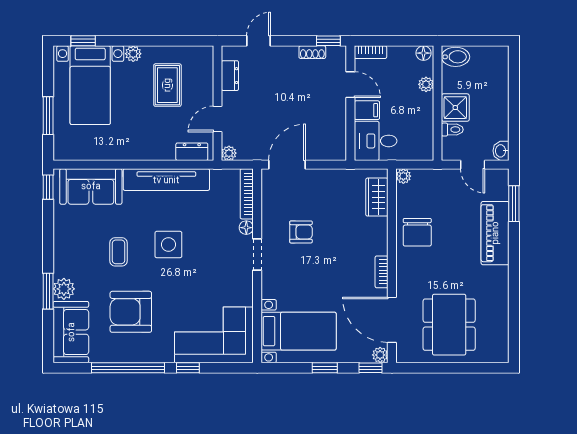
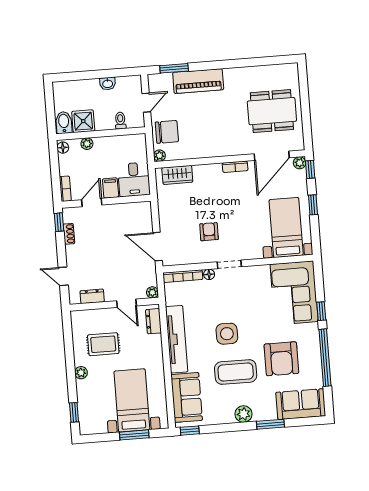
bed with nightstands: (90, 85) -> (132, 400), moved, turned -90
shower: (455, 108) -> (83, 121), moved
washbasin: (501, 151) -> (108, 84), moved
chair: (417, 232) -> (167, 132), moved
coffee table: (119, 252) -> (236, 372), width x1.86, depth x1.72
plant: (64, 289) -> (243, 414), moved

